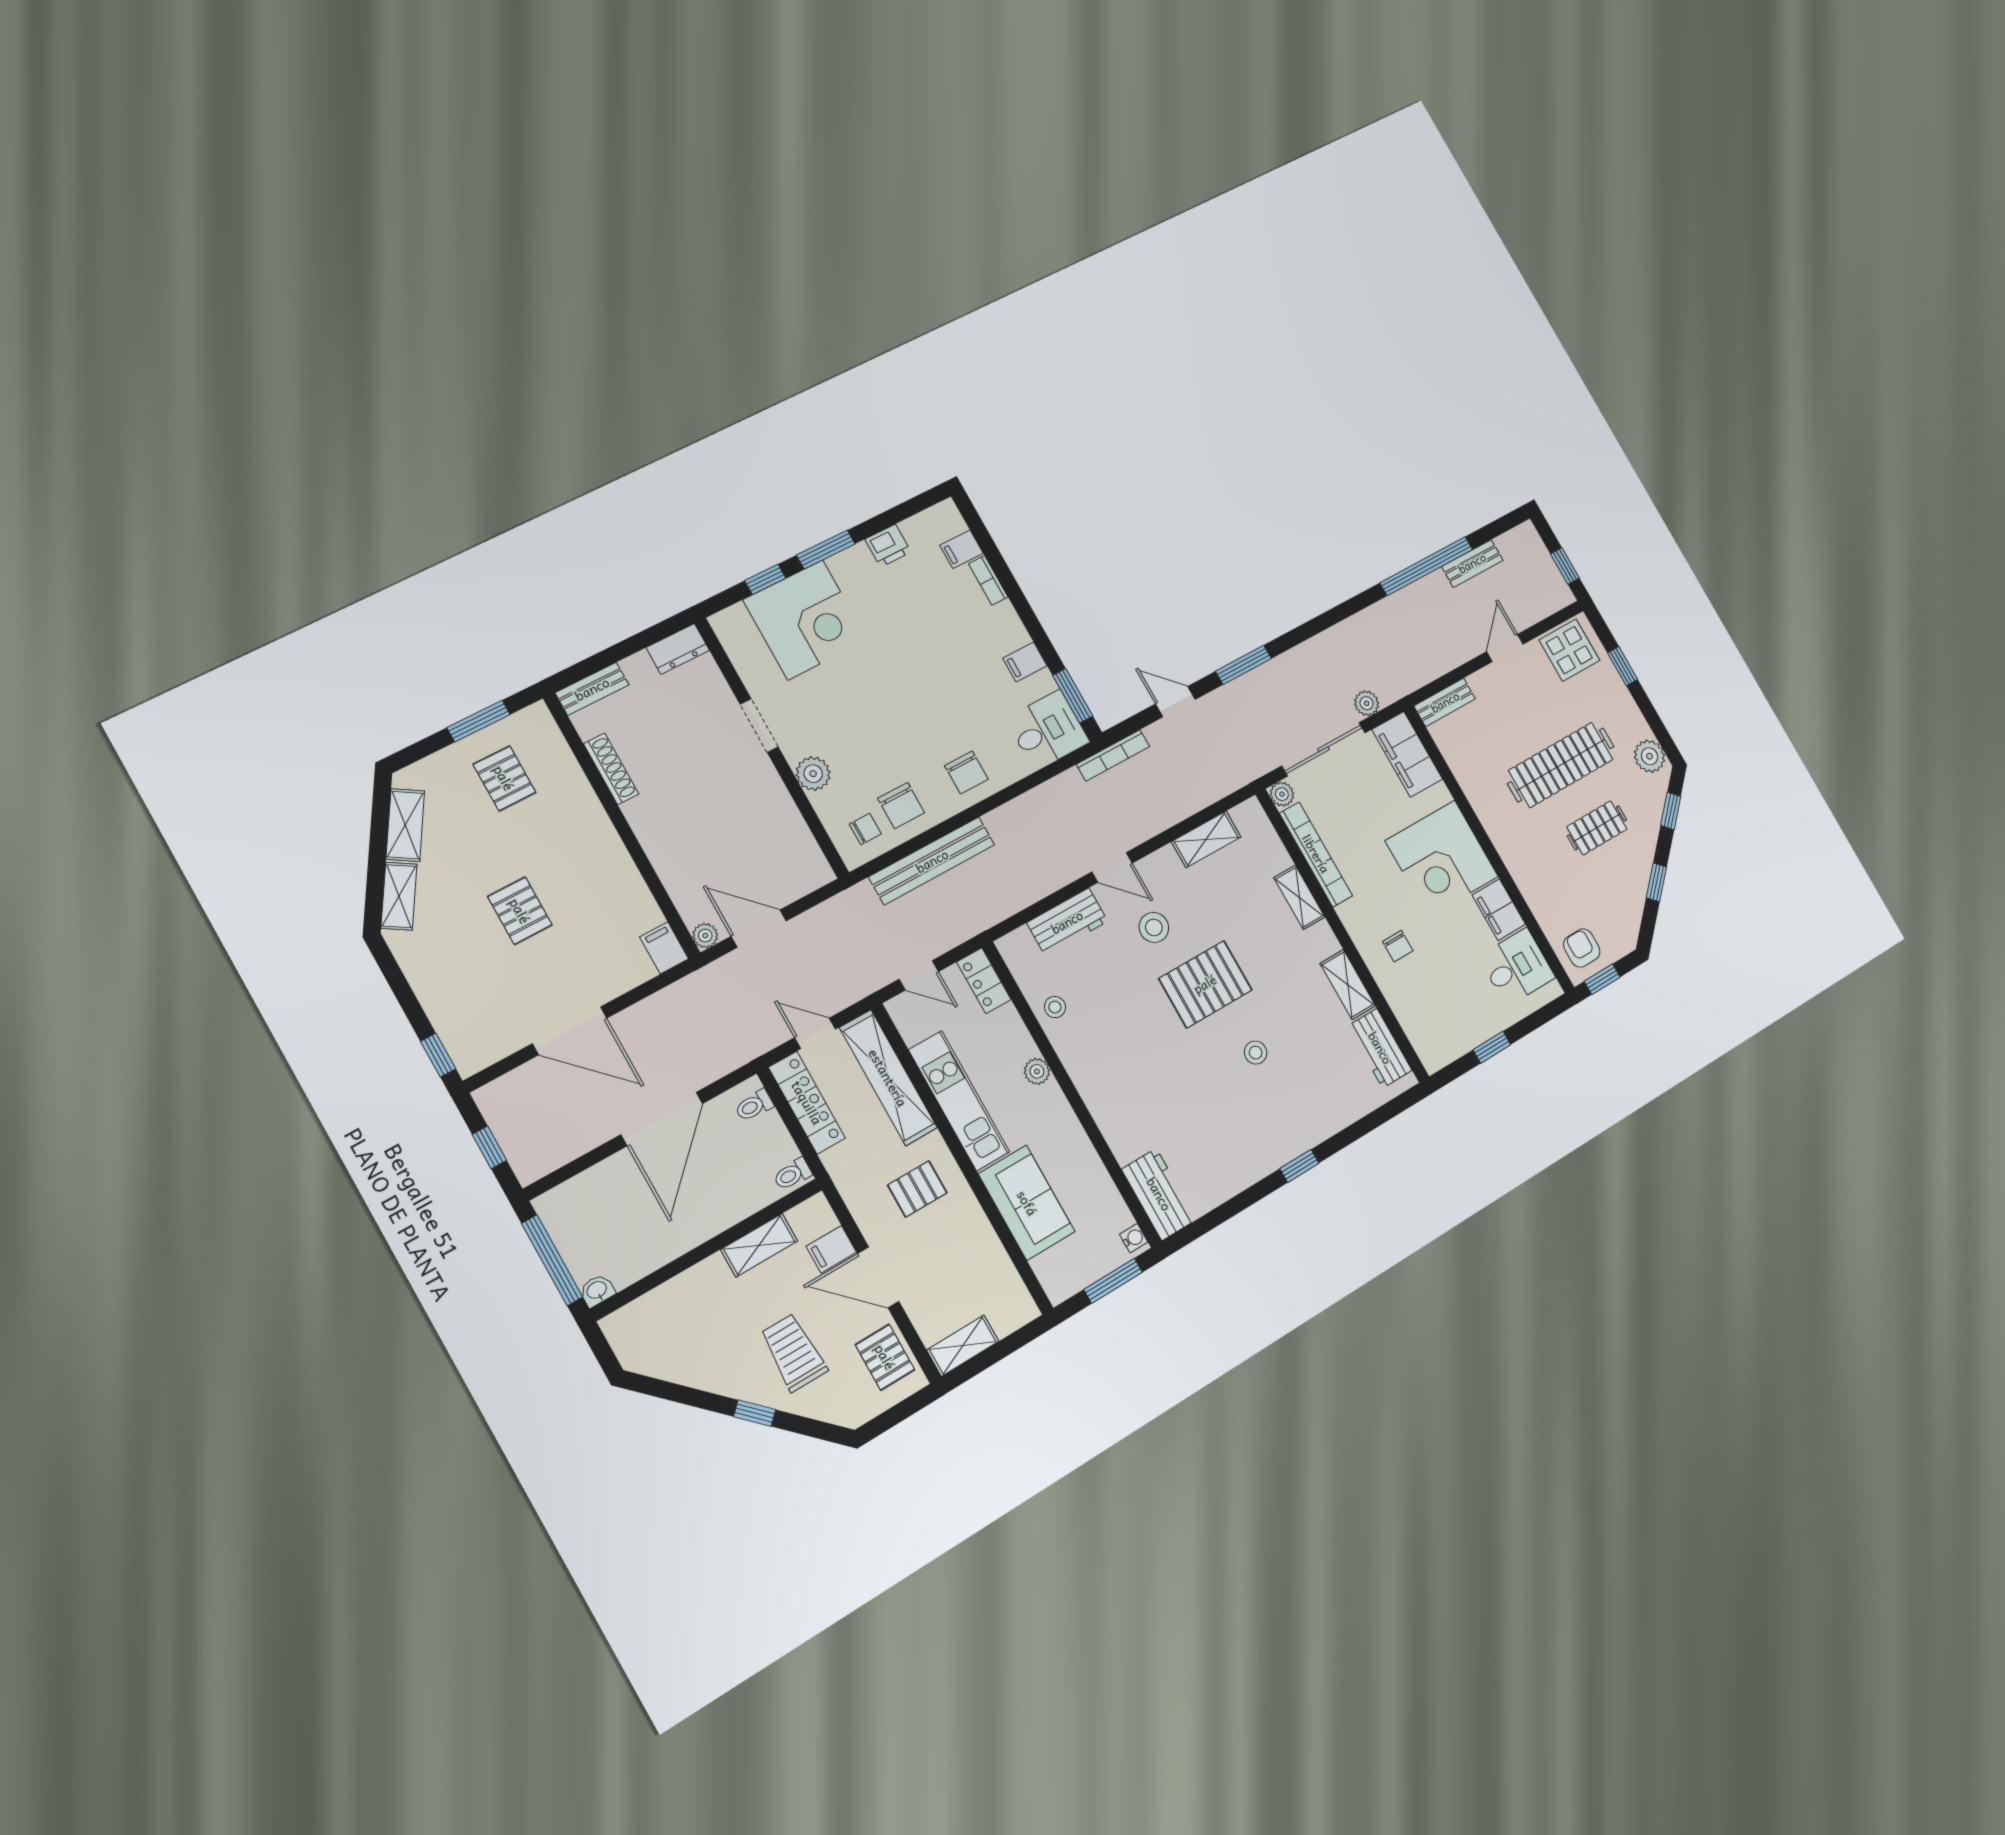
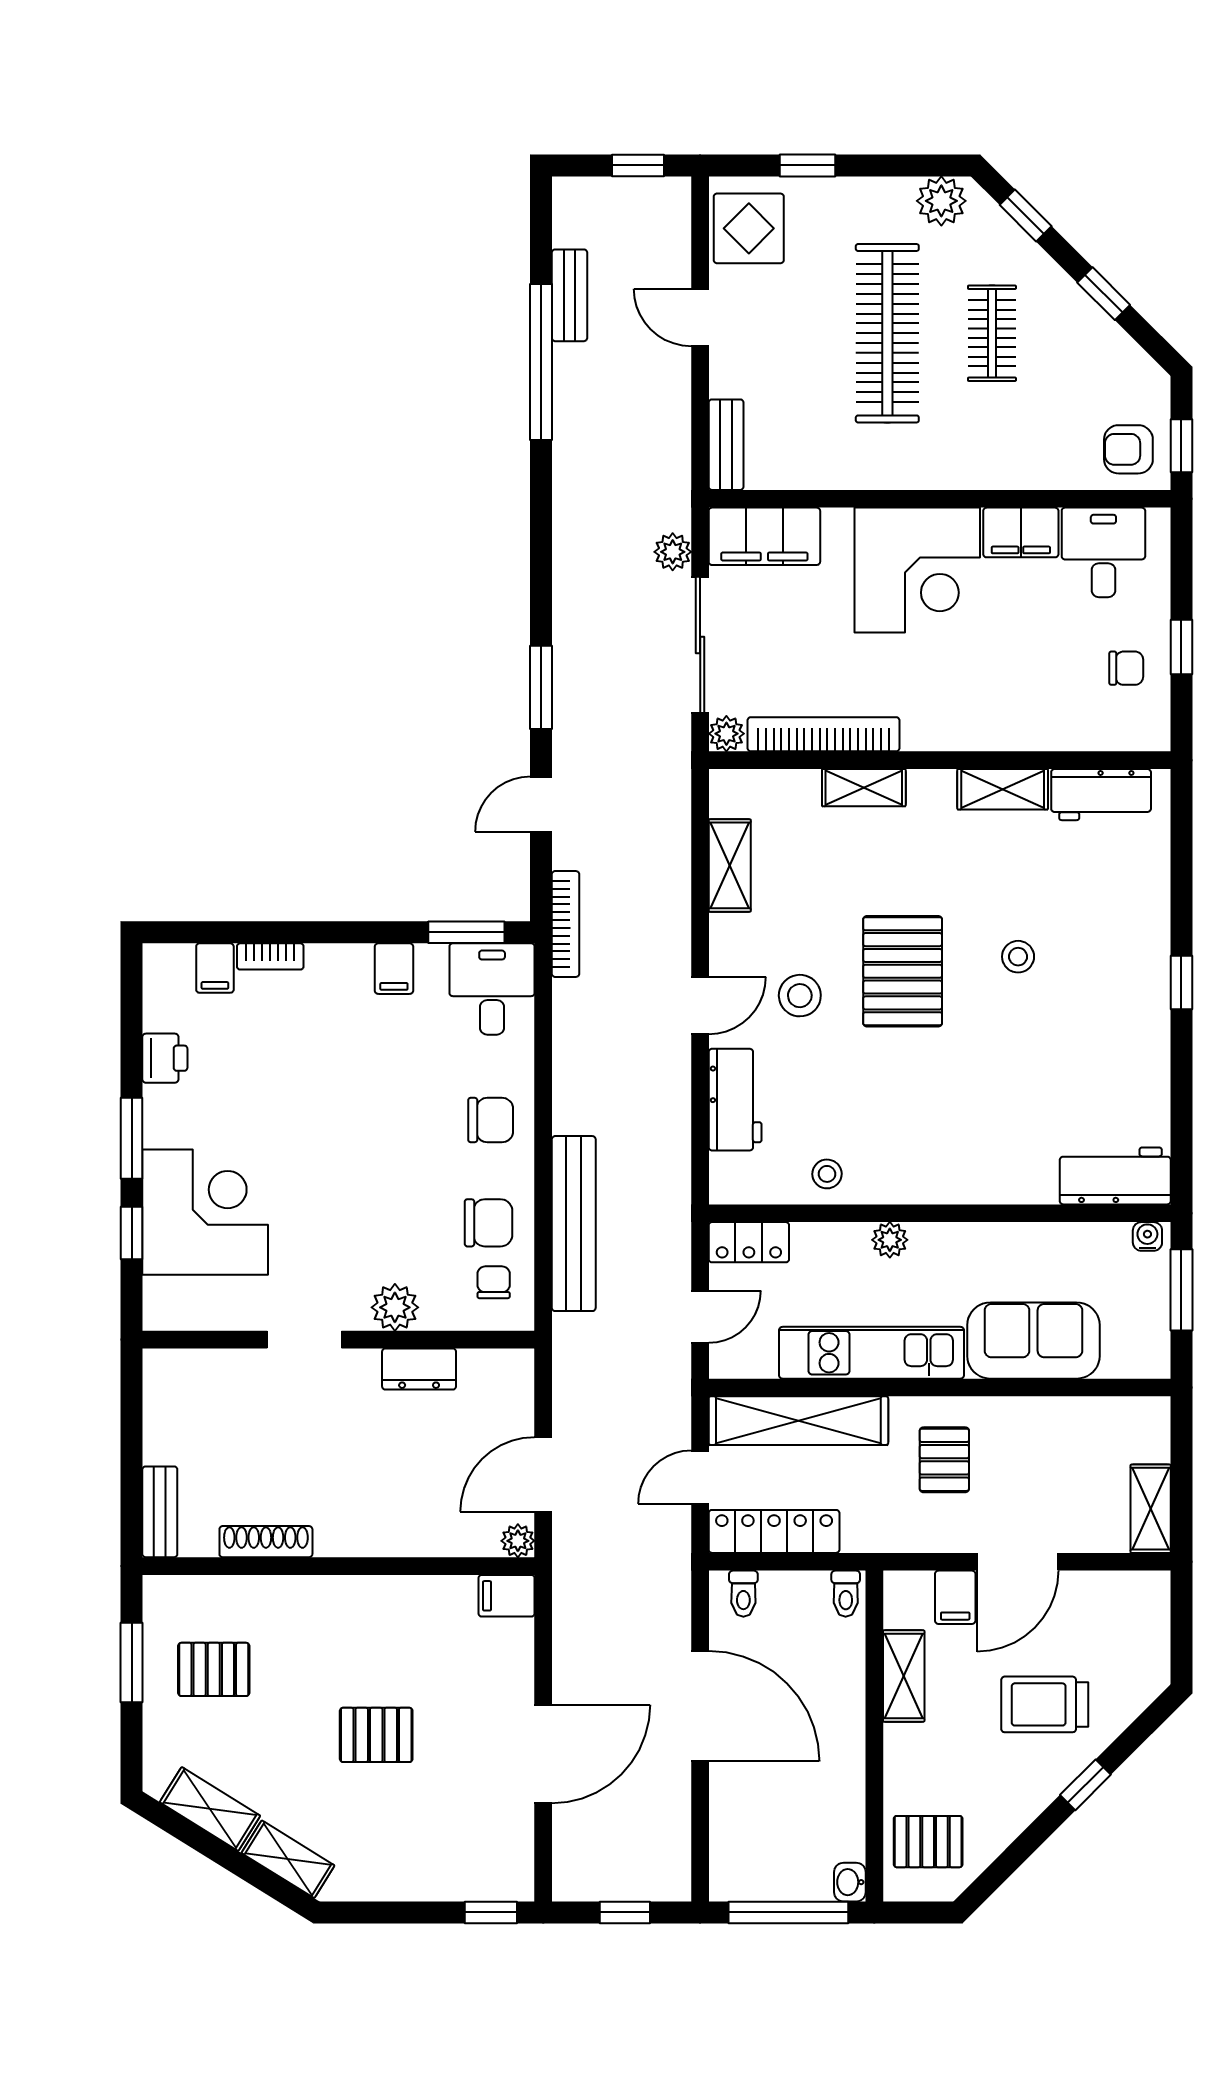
dresser: (678, 649) -> (419, 1369), moved, turned 90
chair: (1398, 946) -> (1126, 668), moved
pallet: (885, 1357) -> (928, 1842), moved

